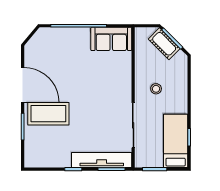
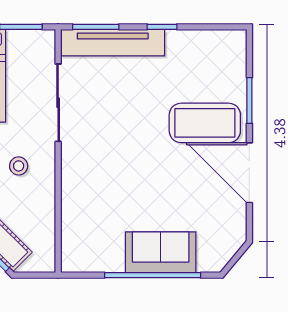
sofa: (111, 39) -> (161, 252), moved

